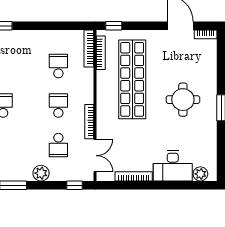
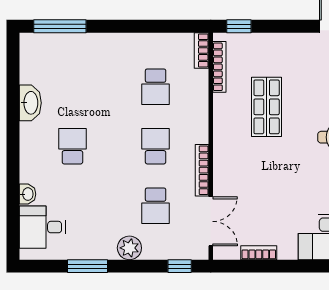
bookcase: (89, 49) -> (201, 50), width x0.64
school desk: (58, 66) -> (156, 87), turned 180
shop shelf: (132, 79) -> (267, 107), width x0.50, depth x0.74
bookcase: (134, 176) -> (259, 253), width x0.64

